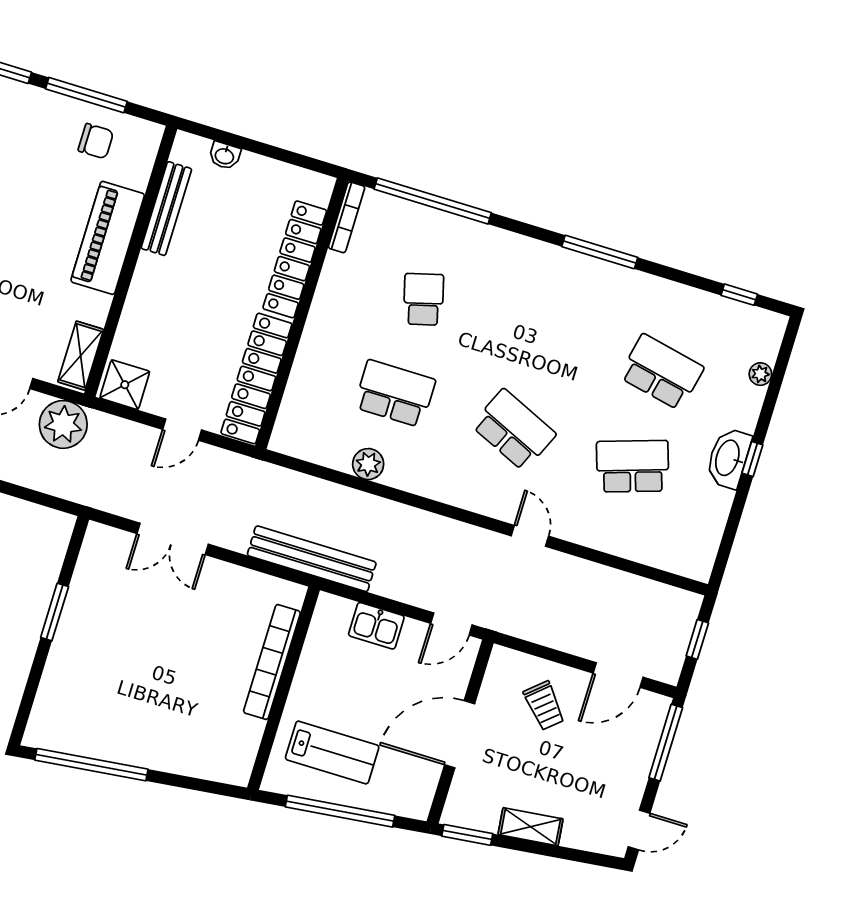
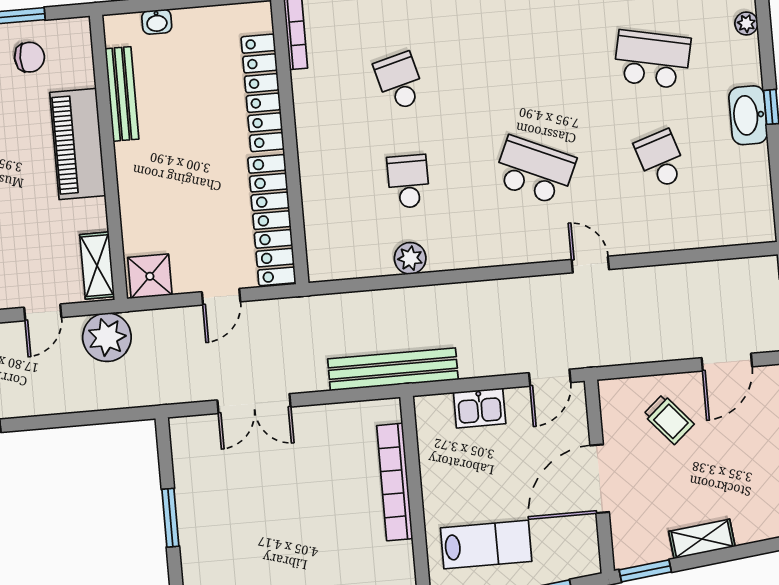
school desk: (395, 393) -> (408, 181), width x0.54
school desk: (633, 466) -> (661, 159), width x0.54

